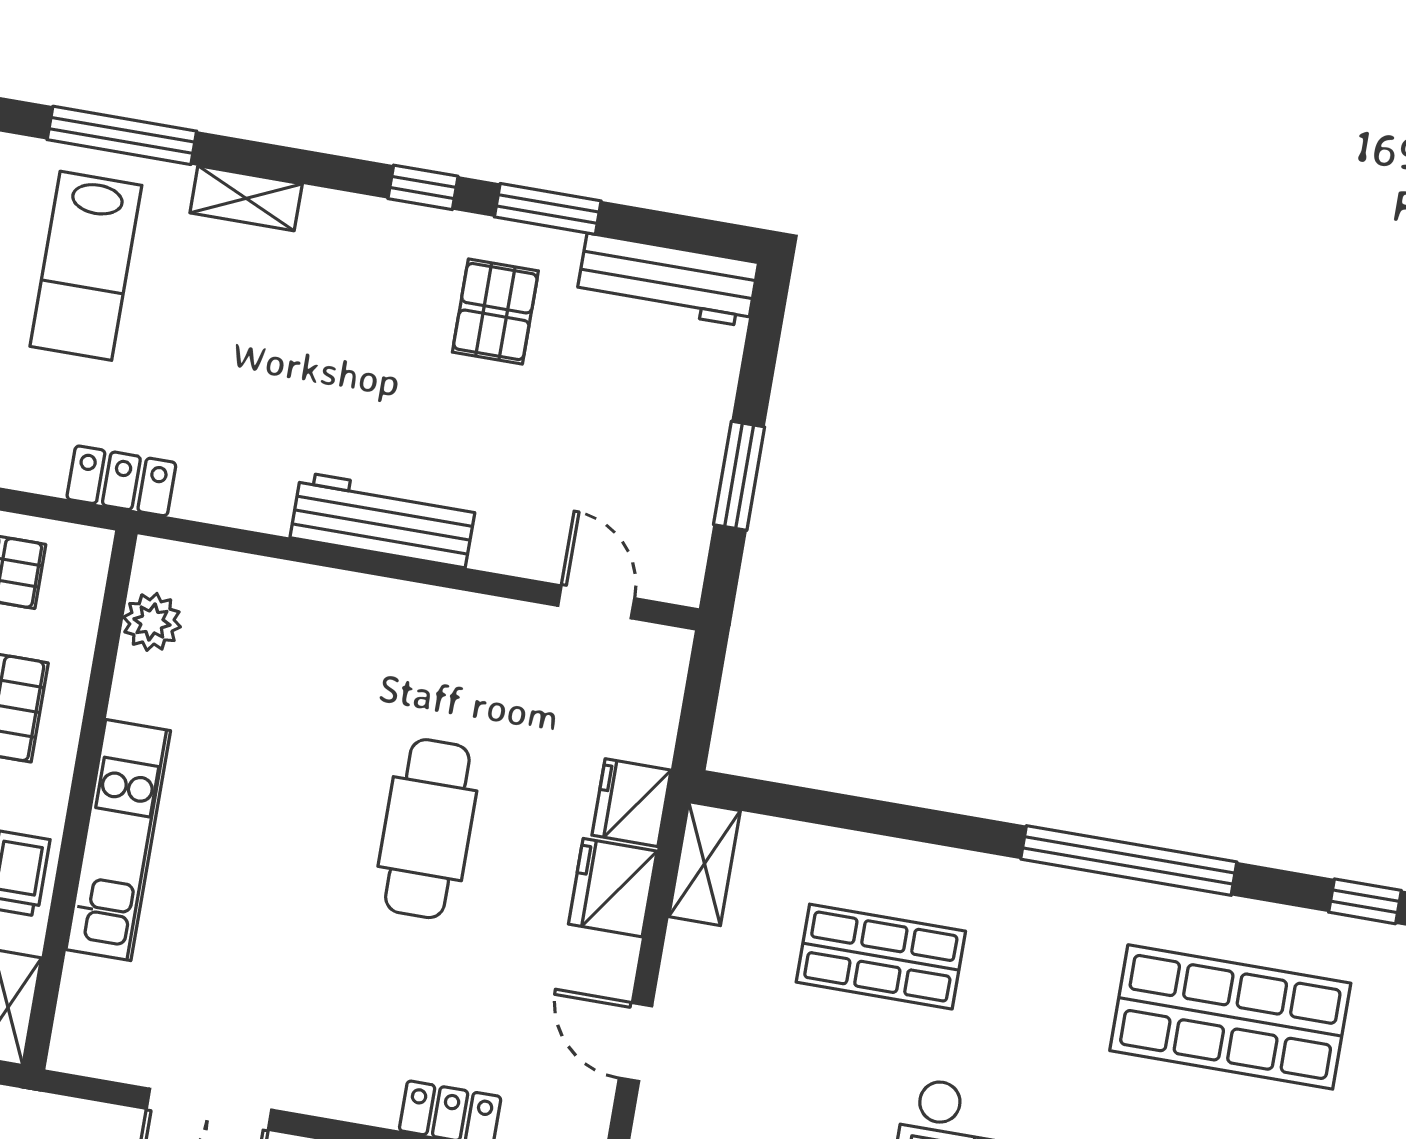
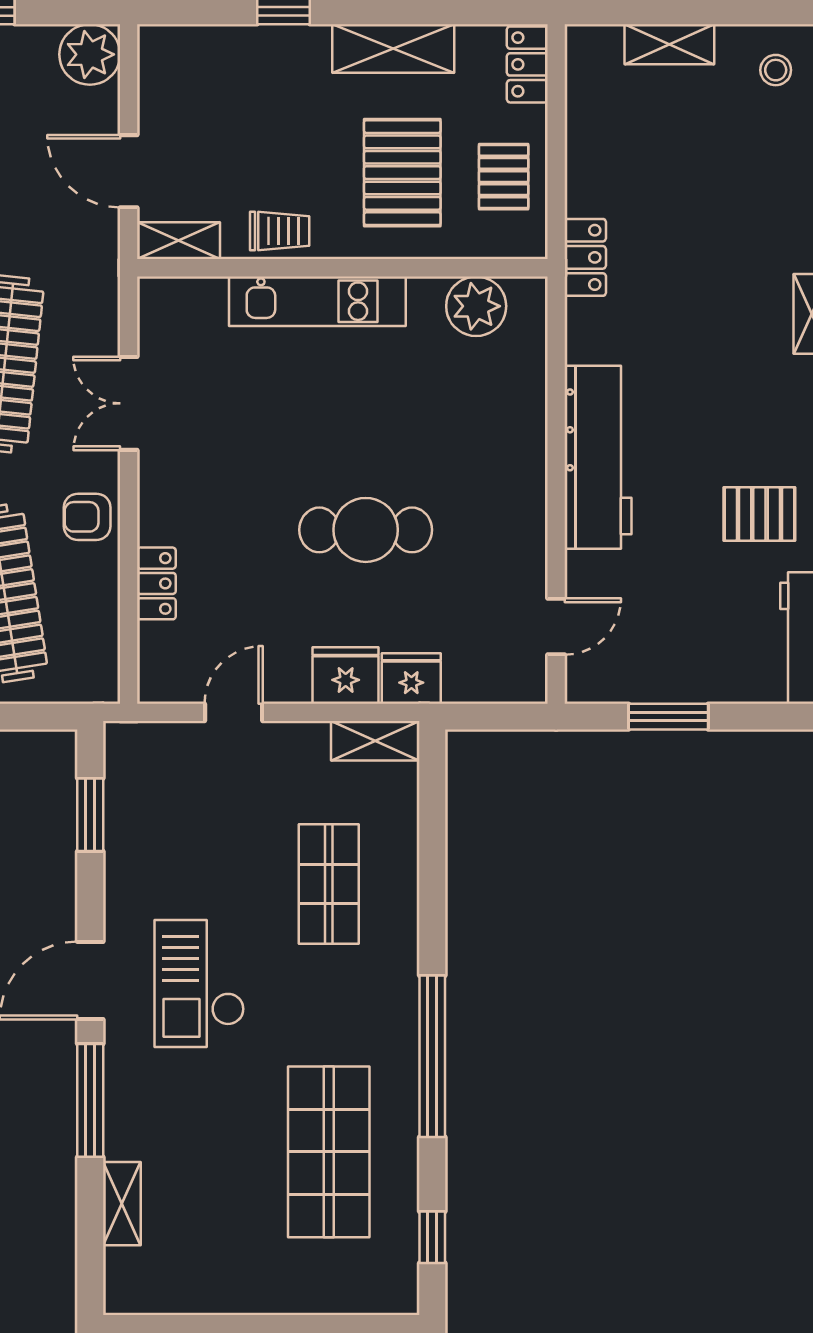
lab bench: (86, 266) -> (741, 203), removed
workbench: (383, 520) -> (598, 457), width x1.36, depth x1.32
plant: (152, 622) -> (476, 306), width x1.36, depth x1.36

